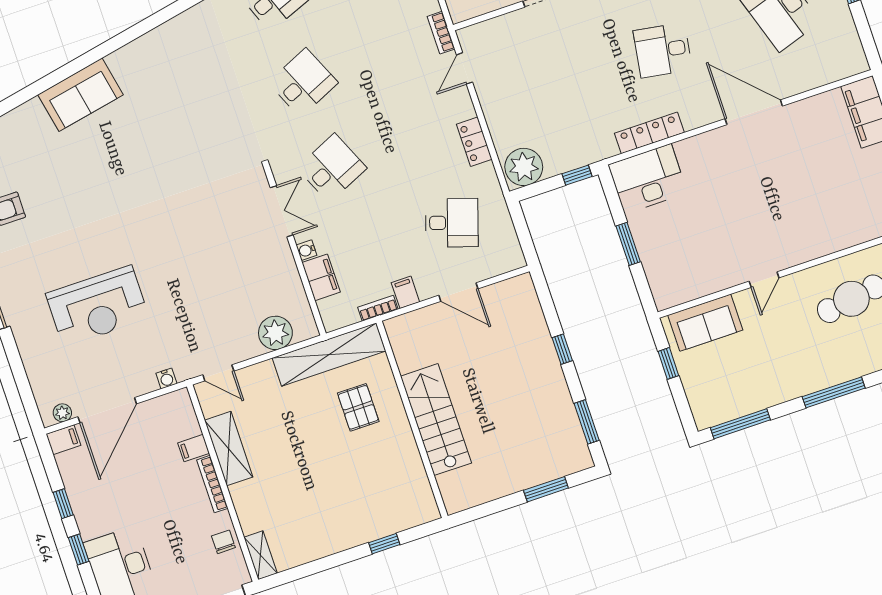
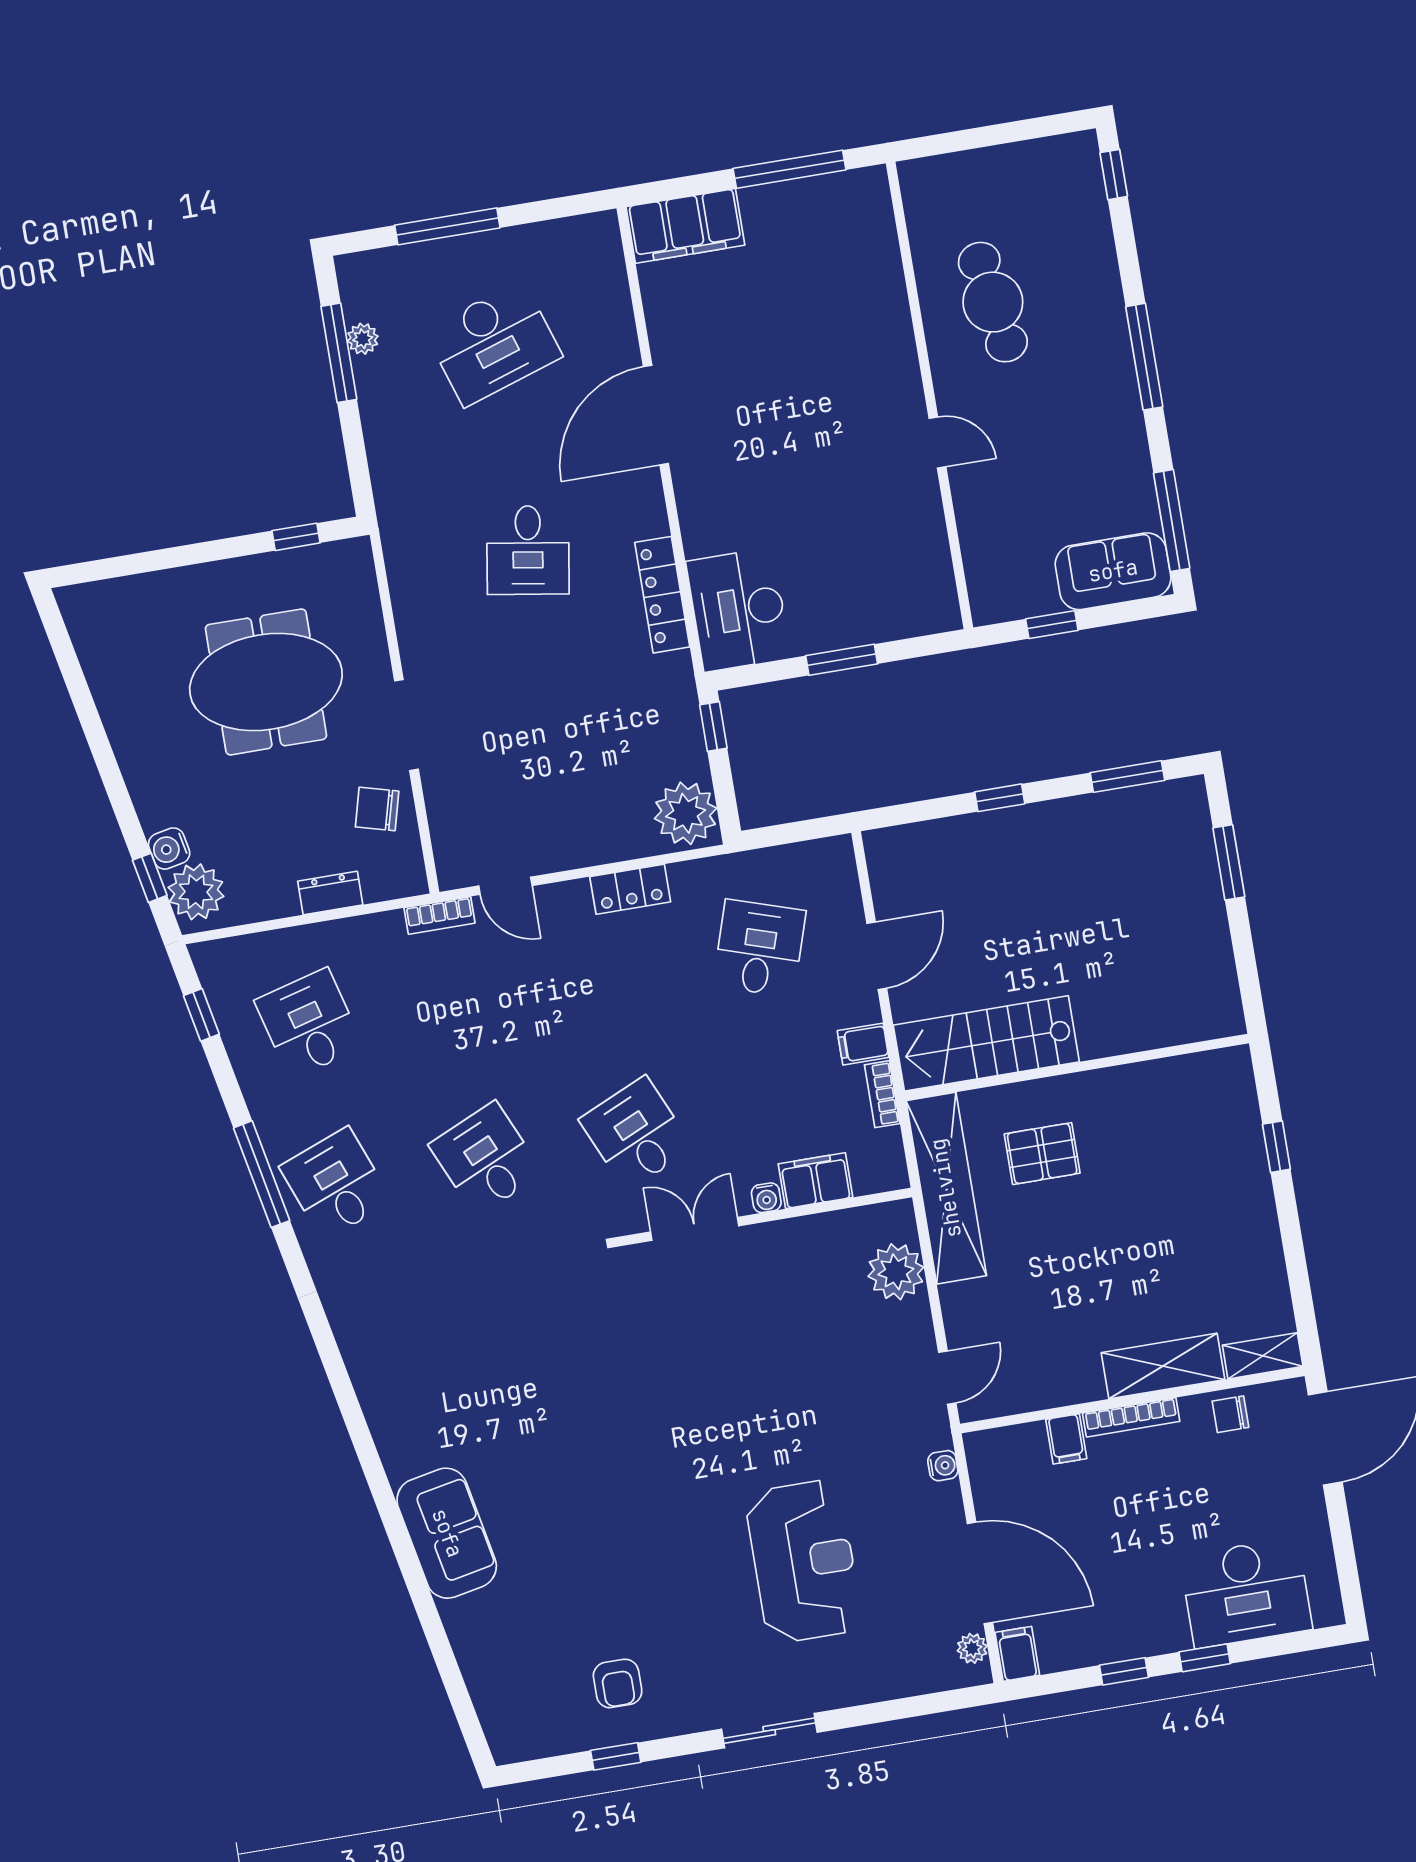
sofa: (705, 323) -> (1113, 571), moved, turned -90
stairs: (436, 420) -> (986, 1043), moved
shelving: (229, 449) -> (1163, 1366), moved

